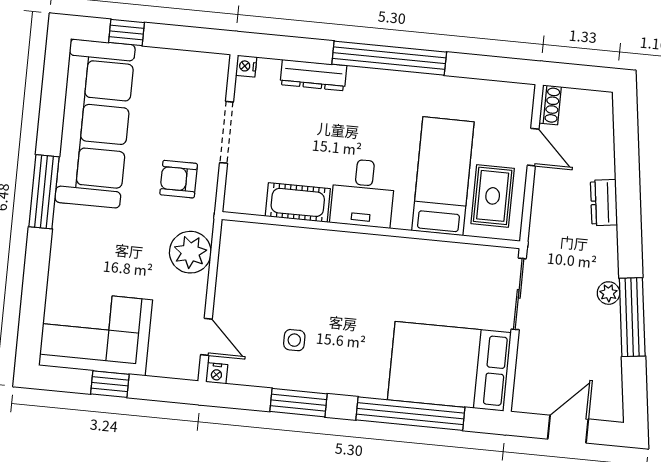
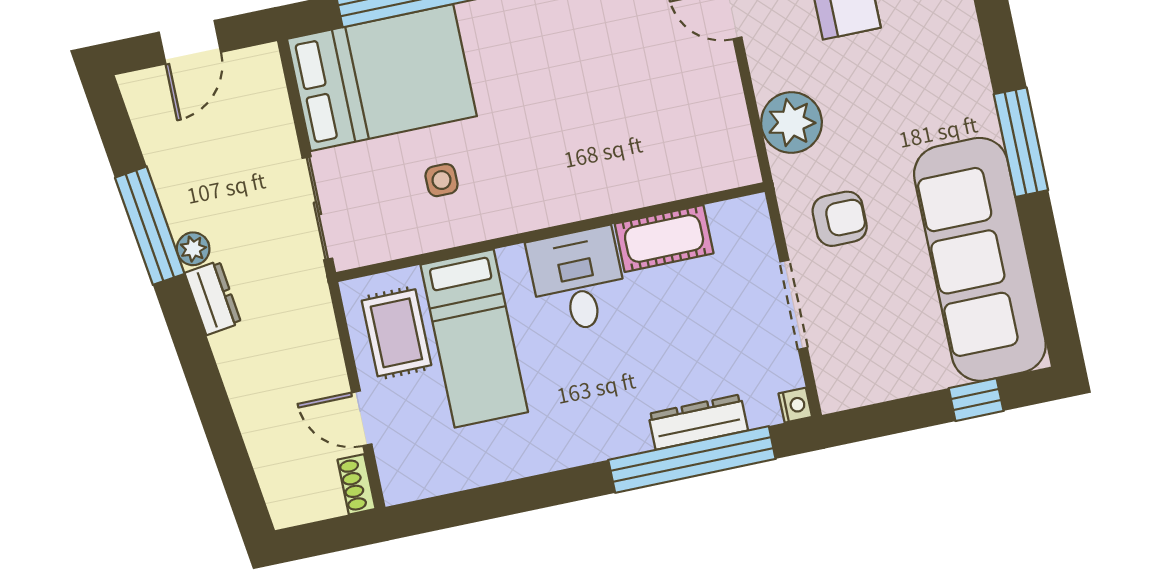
window: (389, 58) -> (692, 459), moved
dresser: (604, 203) -> (213, 298), moved
side table: (294, 340) -> (442, 180), moved

